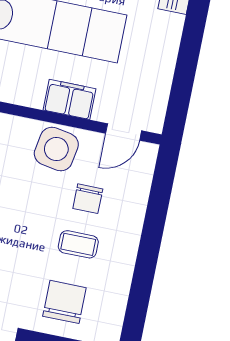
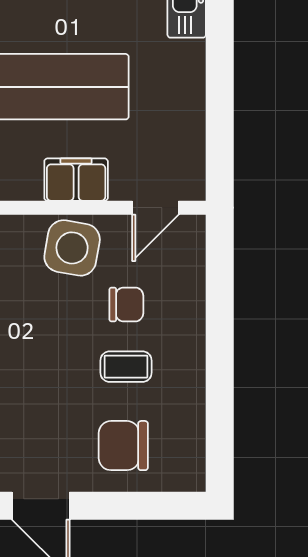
chair: (88, 199) -> (126, 304), turned -90
chair: (64, 302) -> (123, 446), turned -90

